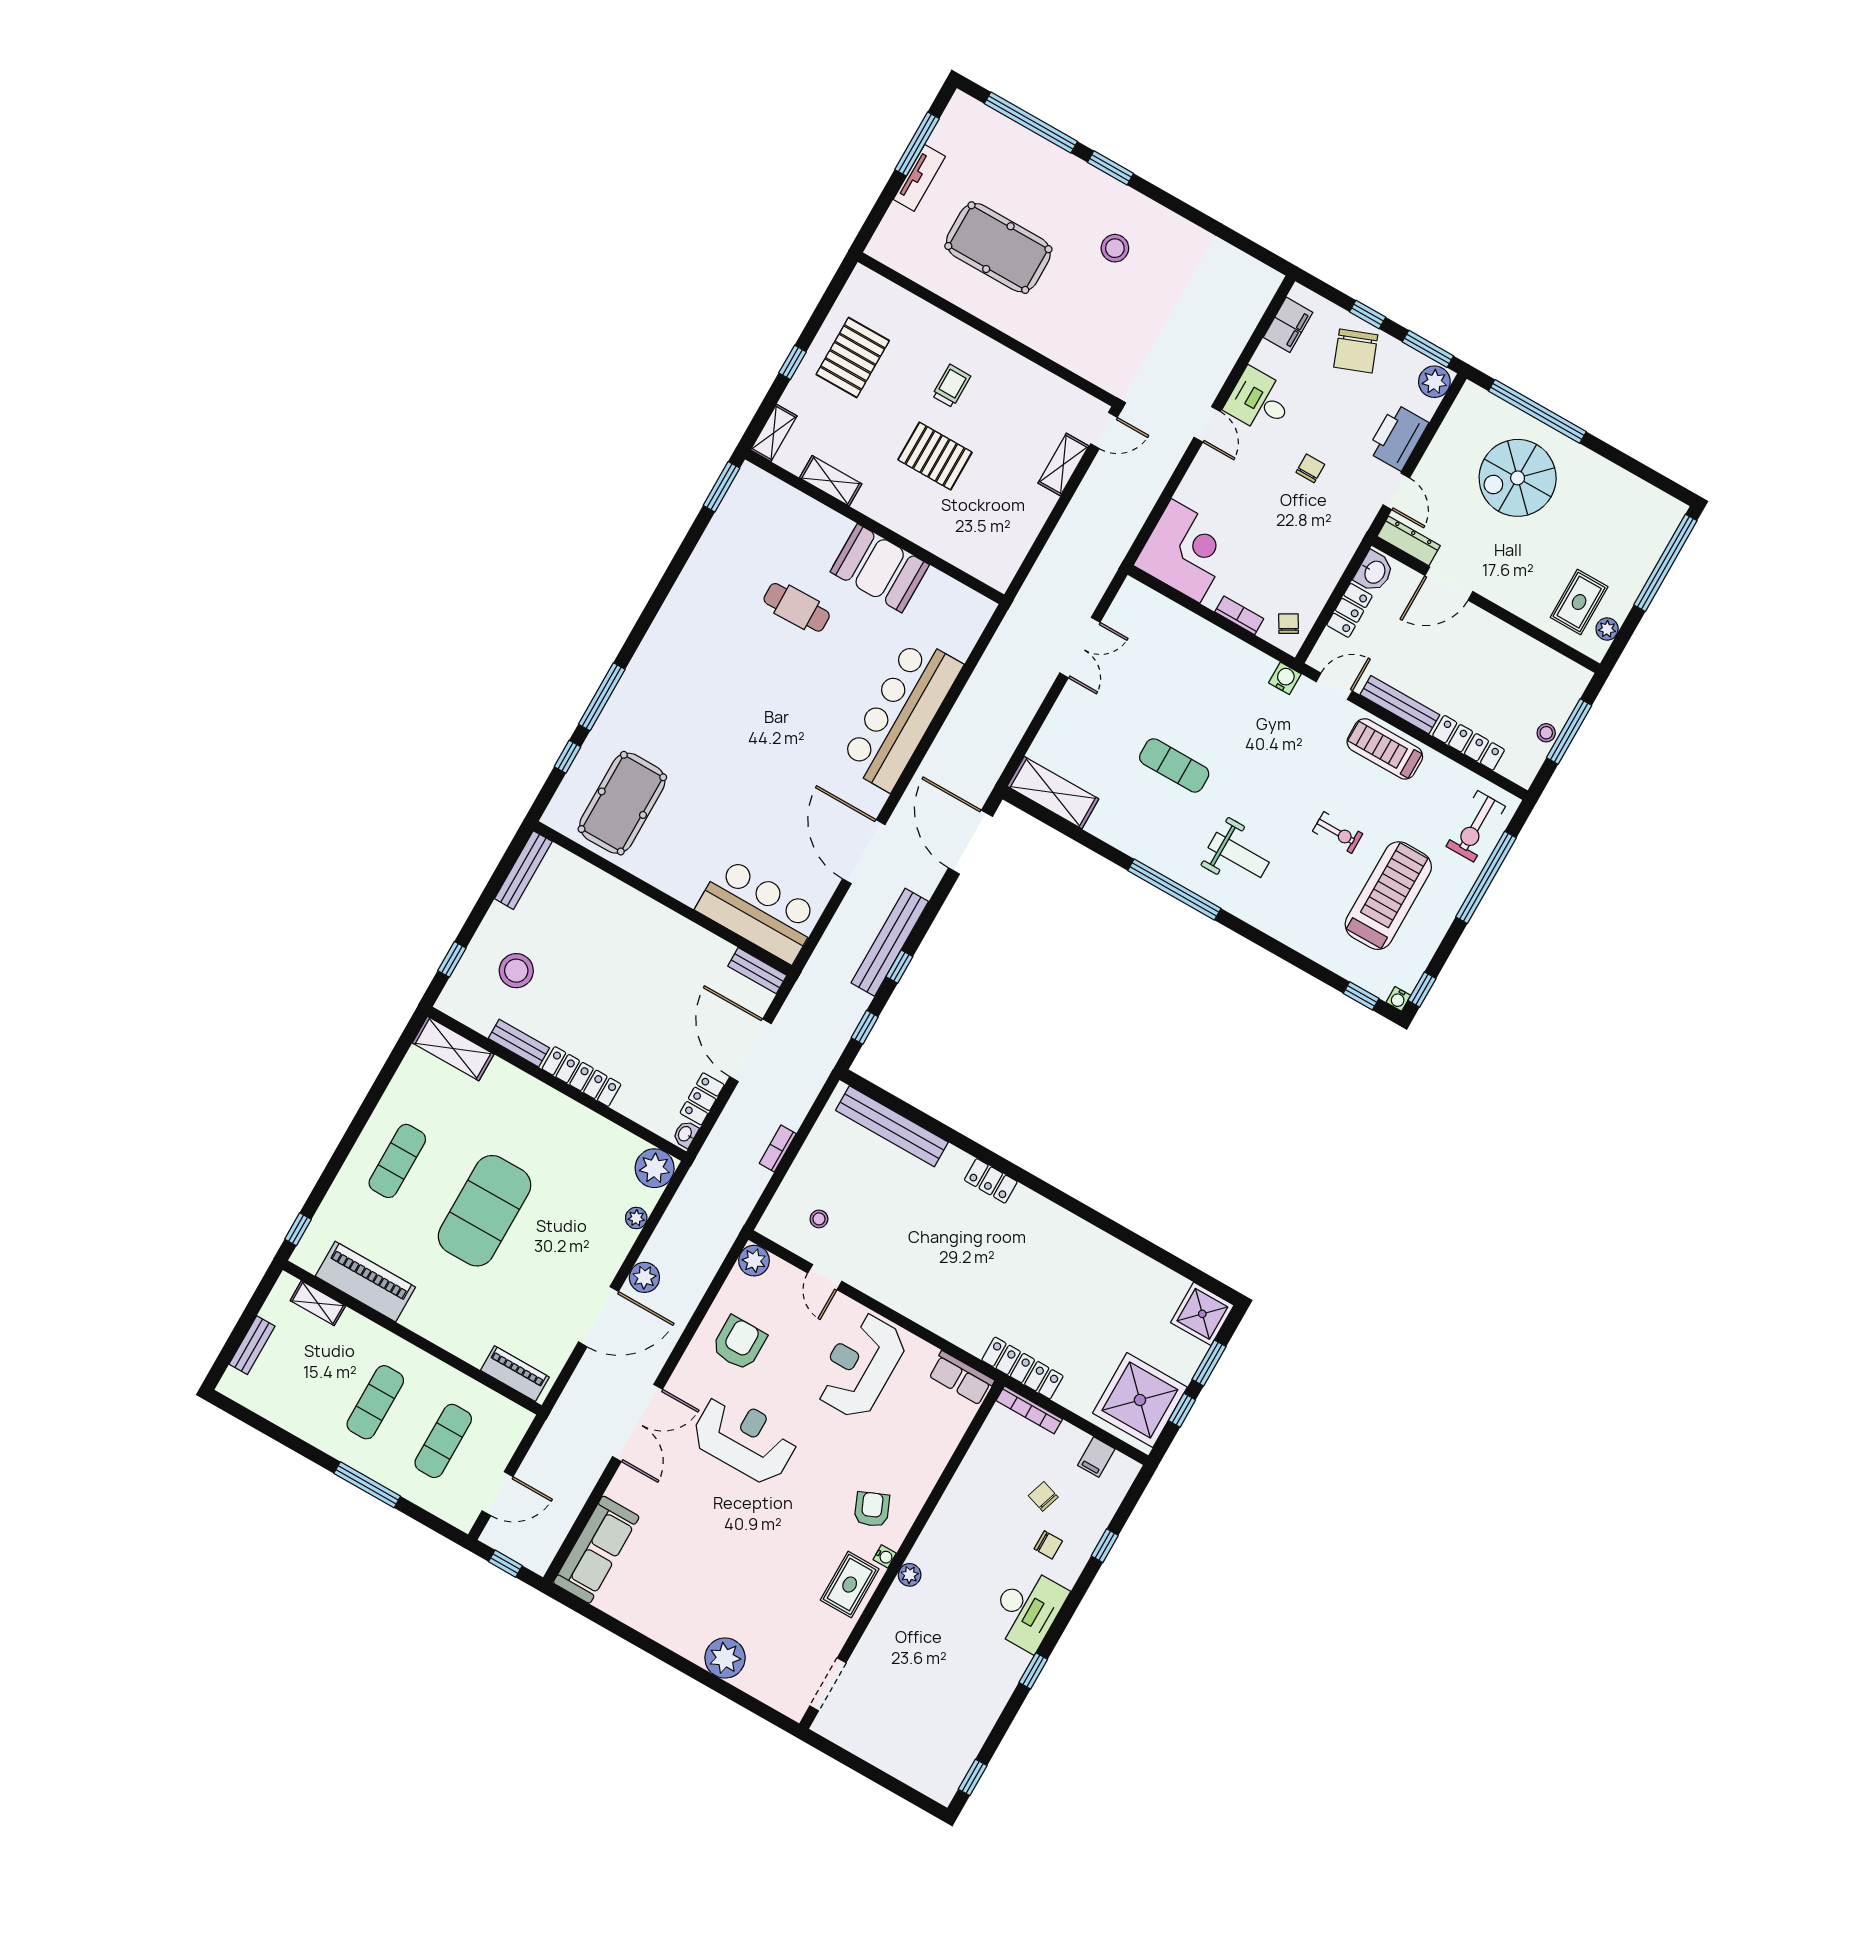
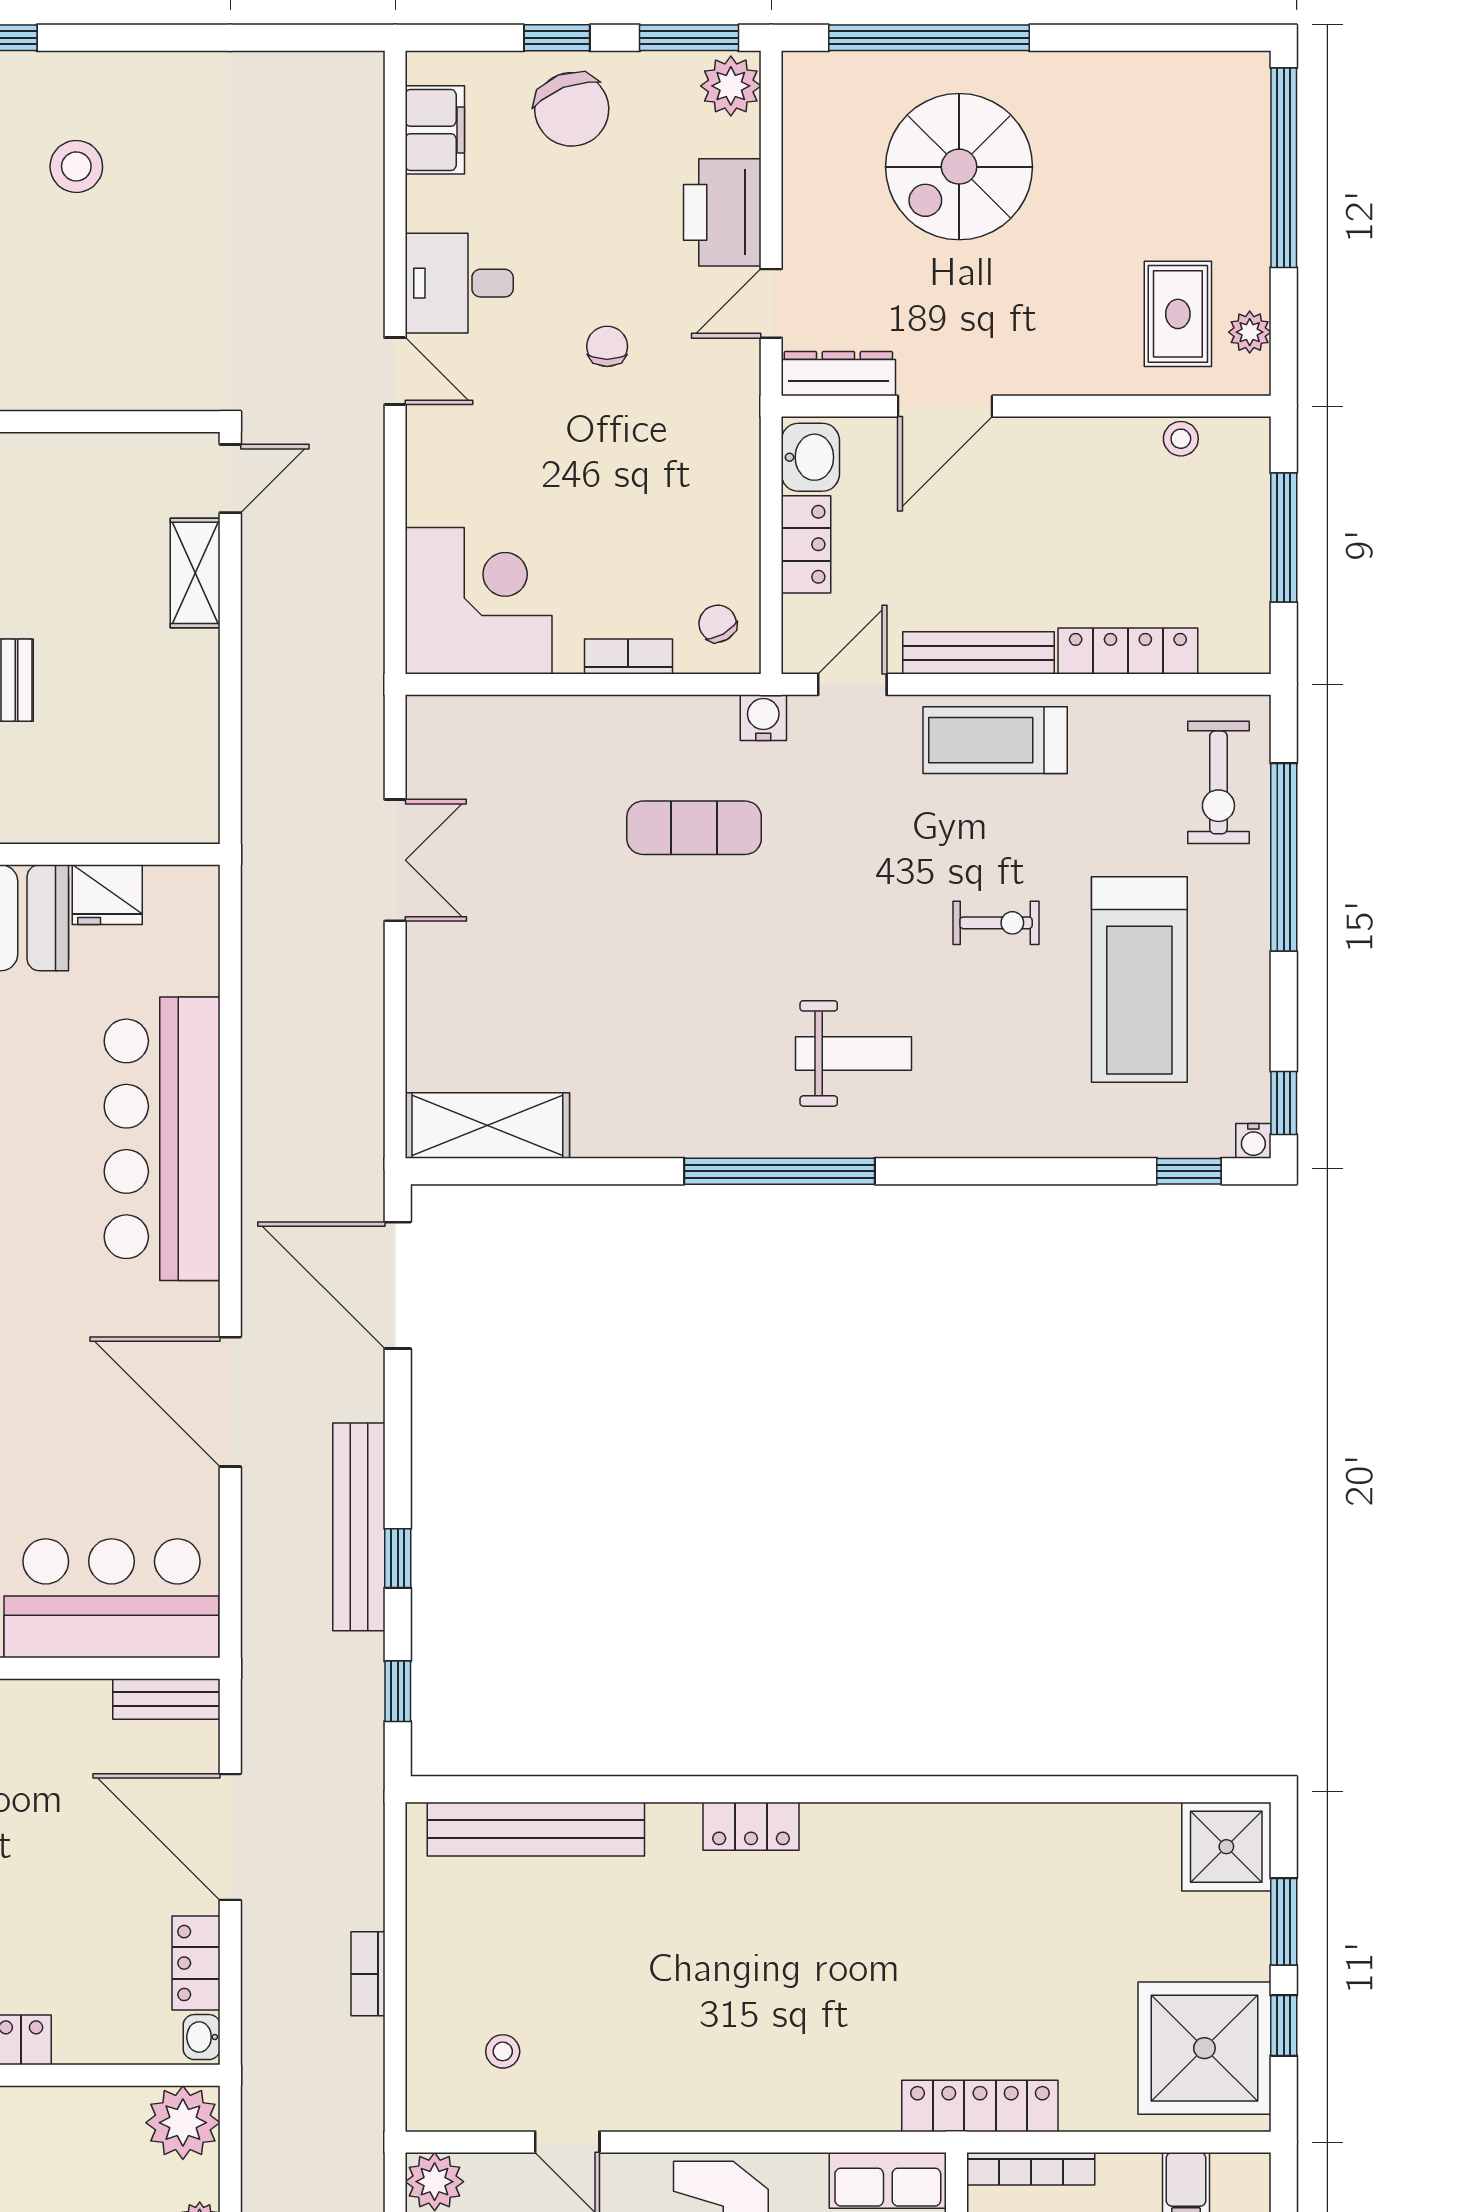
door: (1396, 491) -> (771, 303), swing flipped
fridge: (940, 588) -> (107, 895), added
stool: (1546, 733) -> (1181, 439), moved
exercise mat: (1174, 765) -> (694, 828), moved
treadmill: (1388, 896) -> (1139, 979), turned 180

